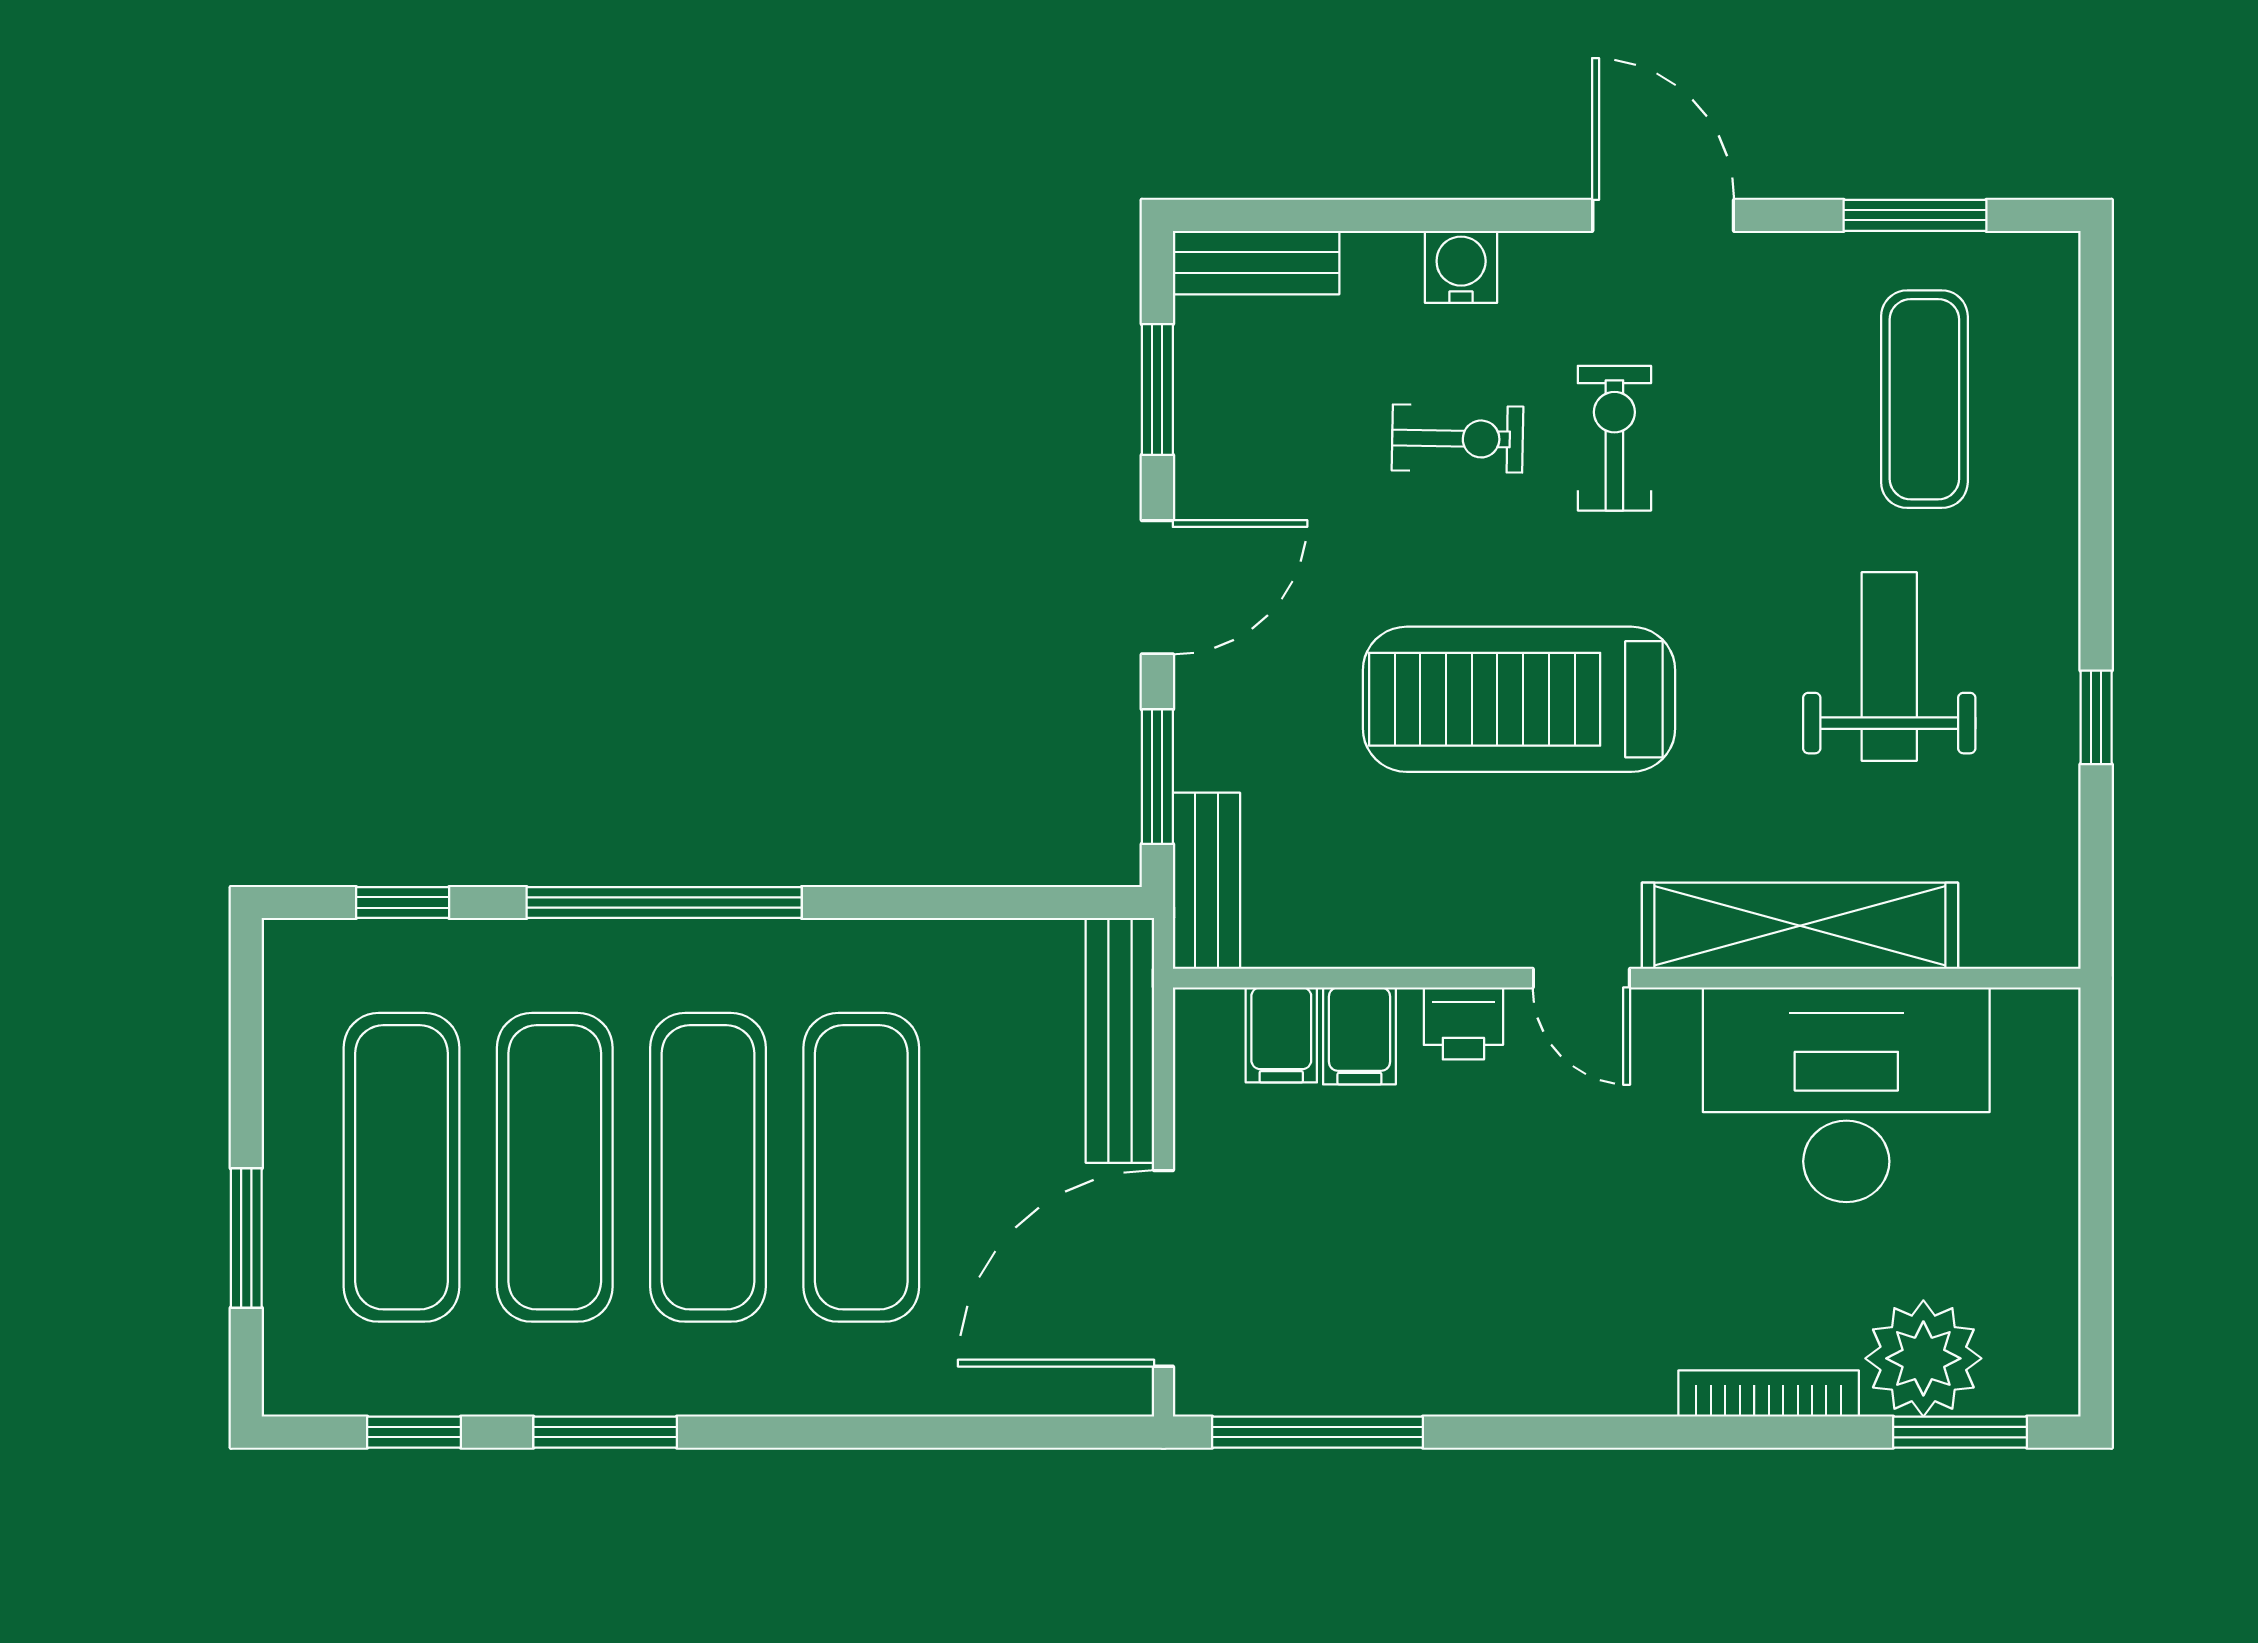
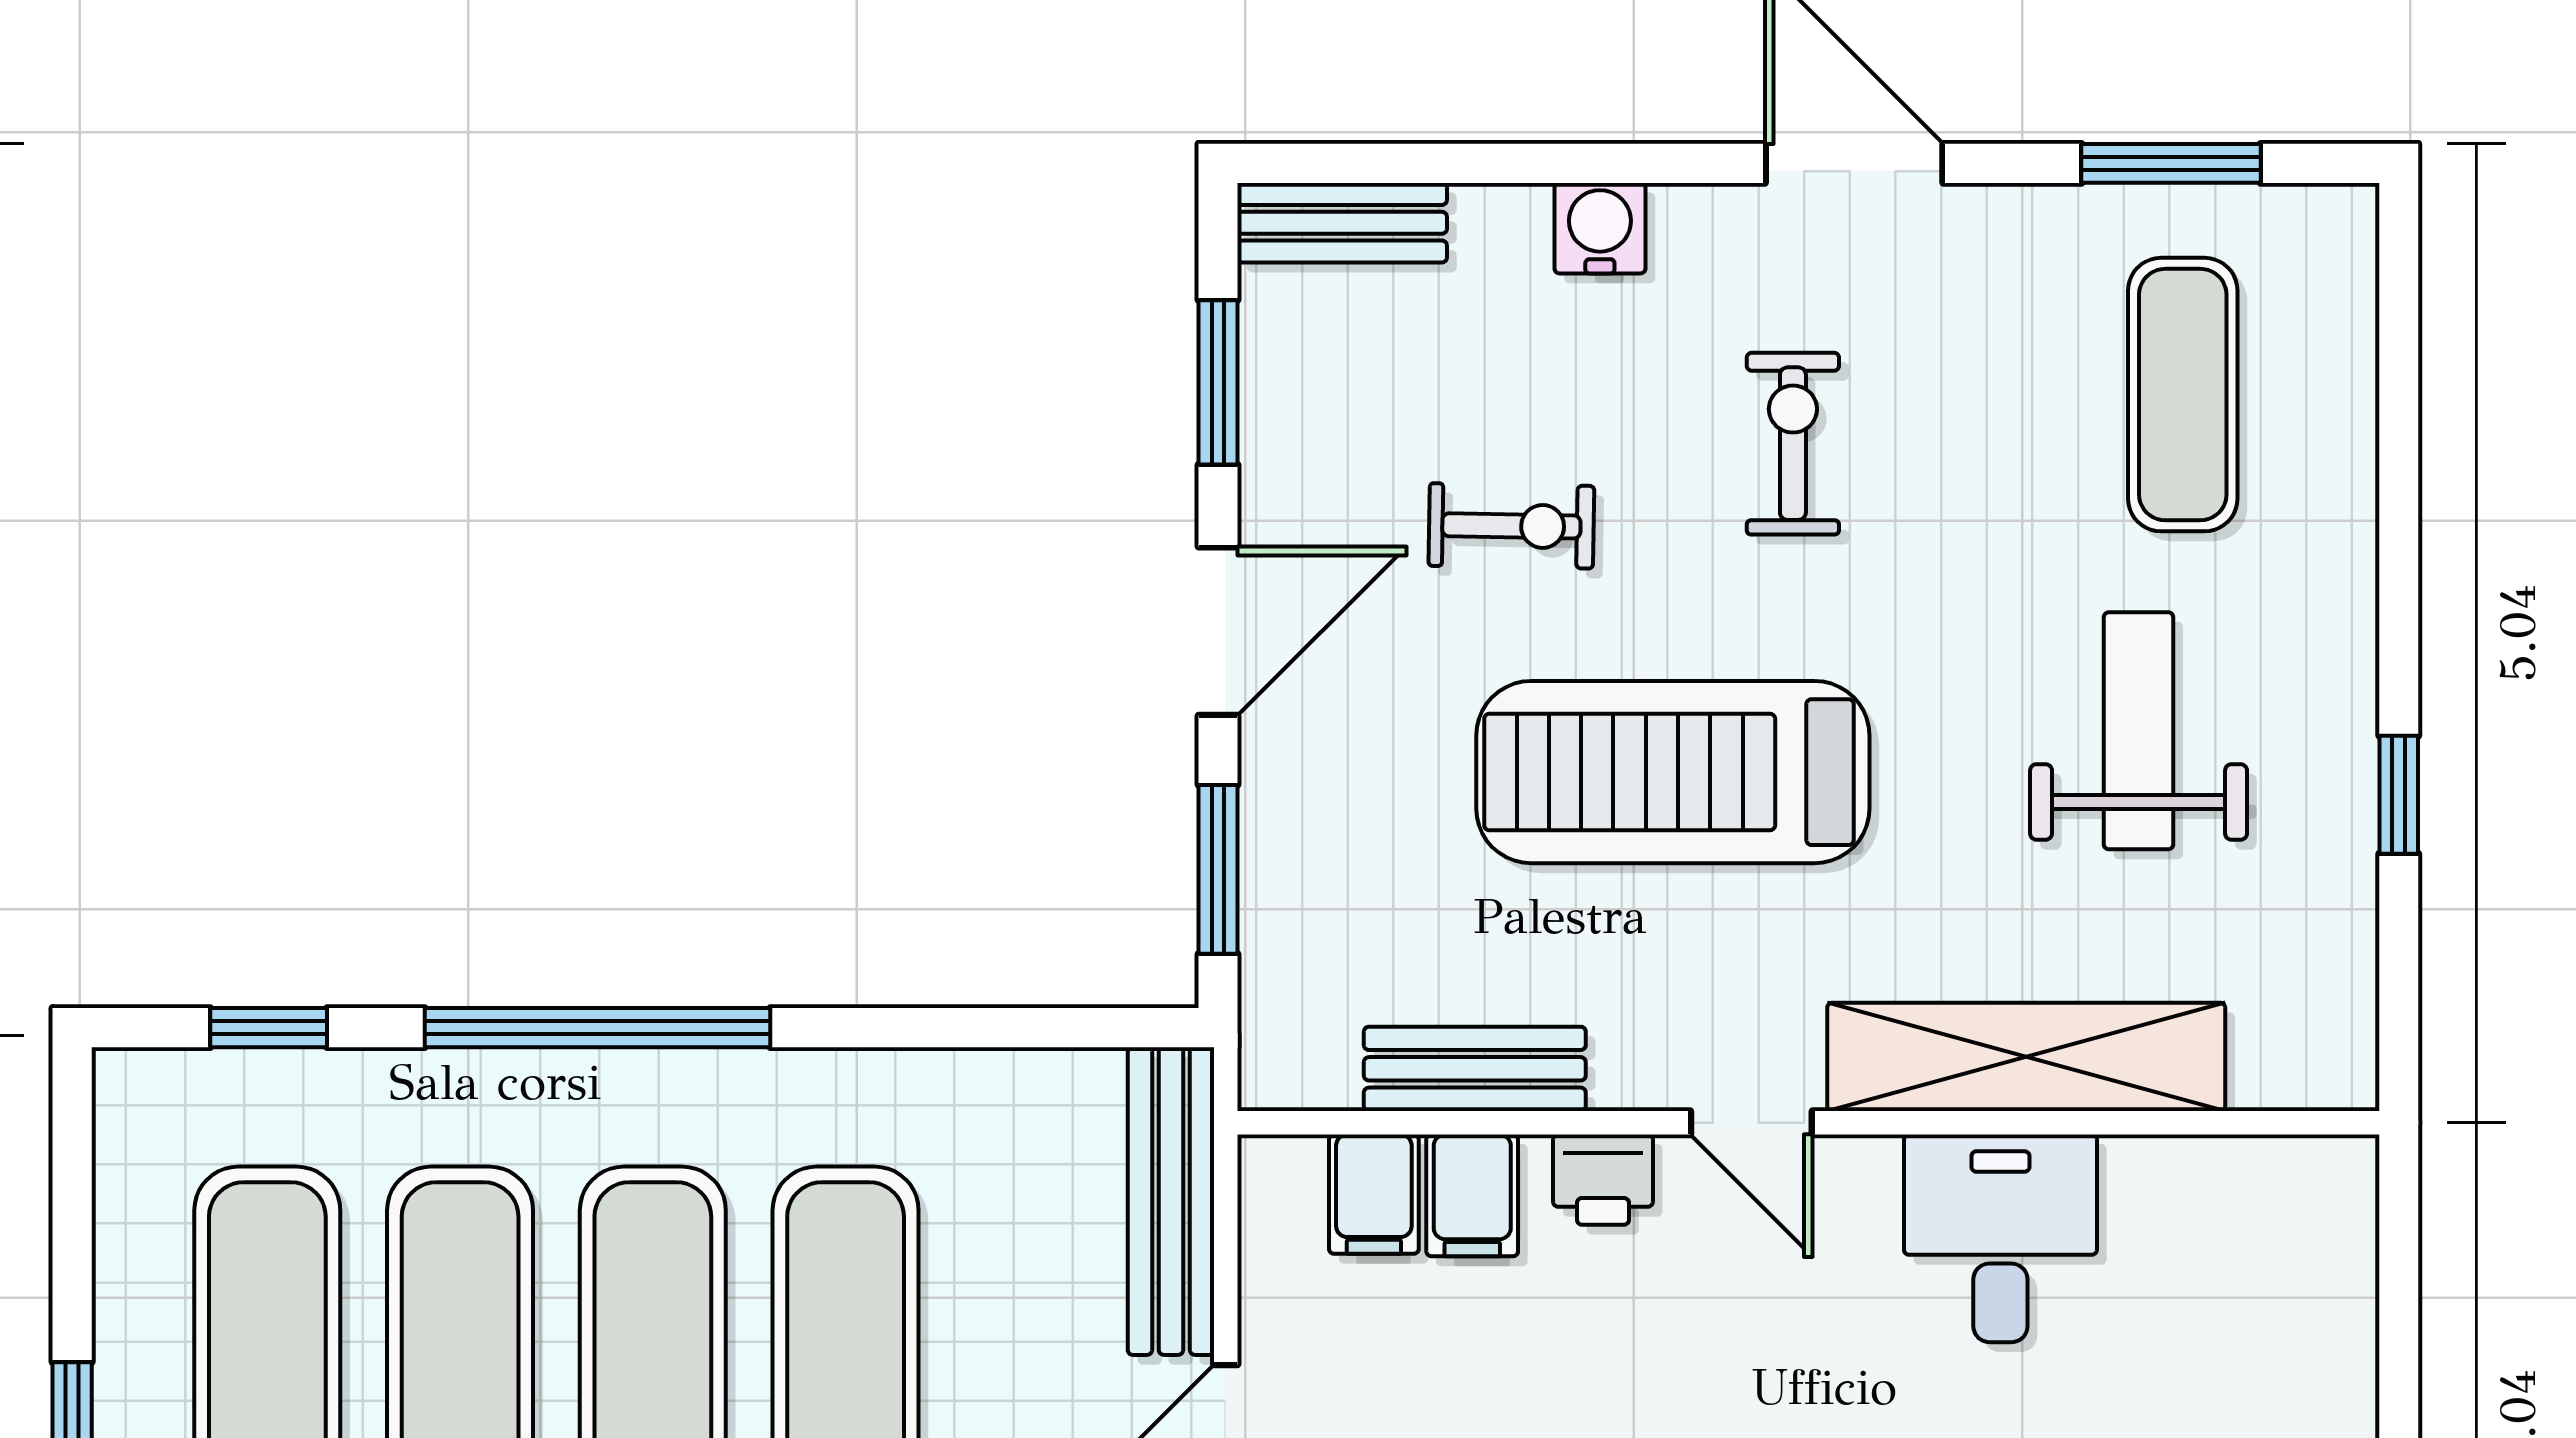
exercise bike: (1458, 439) -> (1511, 526), moved
bench: (1206, 881) -> (1475, 1069), moved, turned 90
desk: (1846, 1095) -> (2000, 1238), width x0.53, depth x0.77

